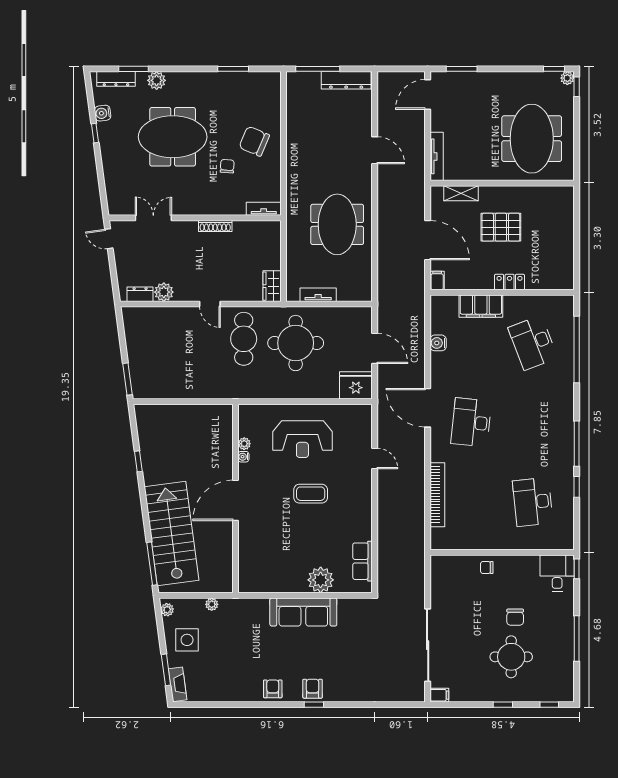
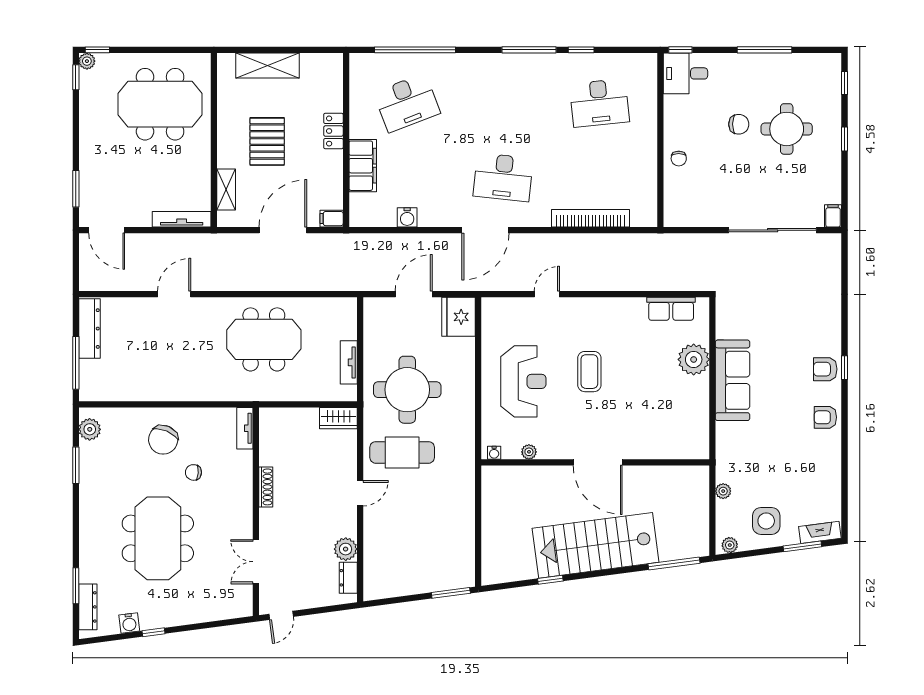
plant: (157, 80) -> (90, 429), moved
shelving: (564, 227) -> (267, 66), added
water cooler: (243, 457) -> (494, 453), moved
stairs: (172, 534) -> (596, 545), moved

